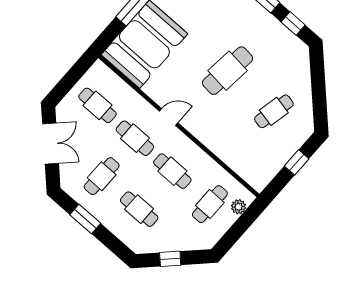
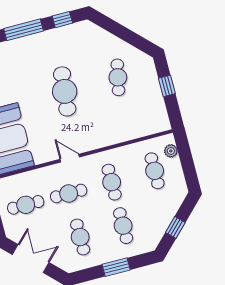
door: (169, 117) -> (70, 158), hinge flipped
cafe table: (172, 171) -> (112, 182), turned 90
cafe table: (139, 209) -> (123, 226), turned 90
window: (85, 219) -> (116, 267), moved

